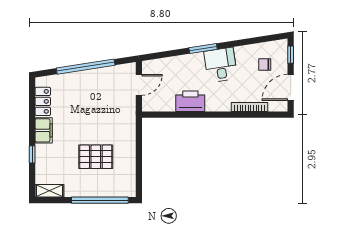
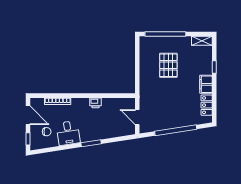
desk: (221, 65) -> (68, 133), moved
door: (139, 85) -> (137, 117), hinge flipped
door: (291, 87) -> (28, 115), hinge flipped
printer: (190, 101) -> (95, 103), width x0.53, depth x0.68
pallet: (96, 157) -> (168, 65), turned 90

